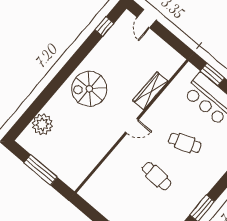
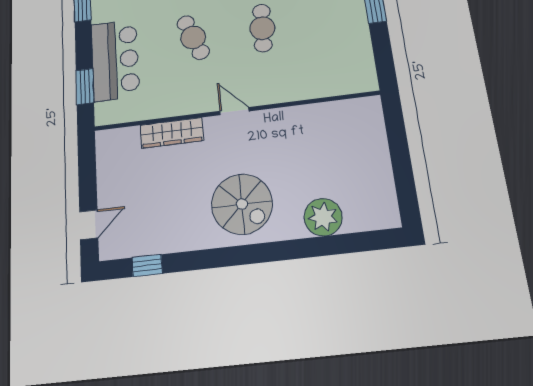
plant: (42, 124) -> (323, 217), moved
window: (41, 170) -> (401, 159), removed

